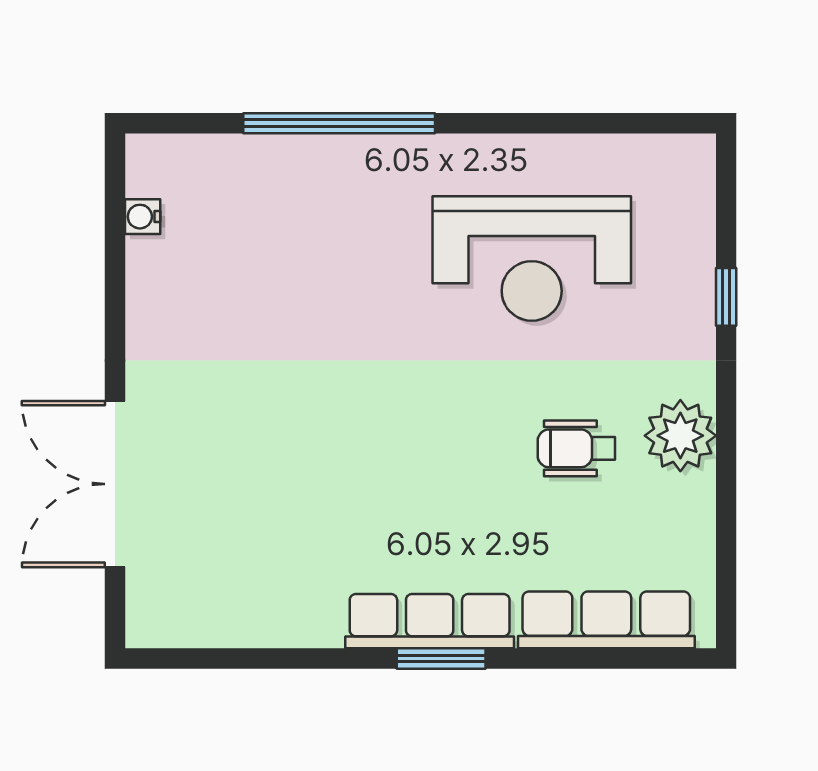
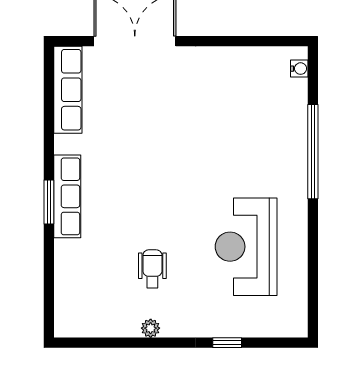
water cooler: (143, 217) -> (299, 69), moved, turned 90
plant: (680, 436) -> (151, 328), width x0.53, depth x0.53
row of seats: (606, 620) -> (68, 90), moved

